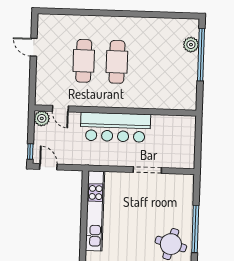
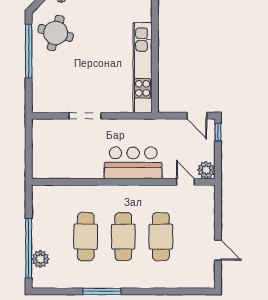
window: (138, 14) -> (102, 291), added
cafe table: (150, 63) -> (86, 237), added
bar counter: (115, 127) -> (133, 163), width x0.73

